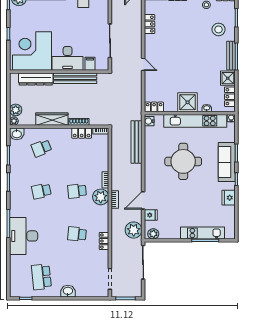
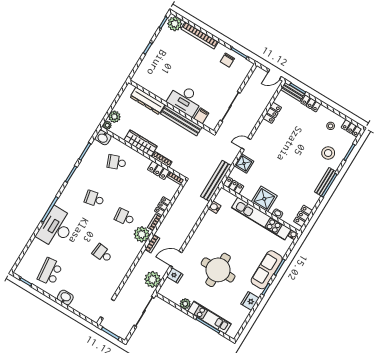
corner desk: (32, 51) -> (159, 75), removed
door: (143, 64) -> (246, 144), swing flipped
shower: (228, 78) -> (244, 163), moved
water cooler: (149, 121) -> (215, 207), moved
bench: (137, 142) -> (216, 181), moved
round table: (183, 161) -> (218, 270), moved
plant: (153, 234) -> (185, 304), moved
locker: (104, 241) -> (163, 206), moved

